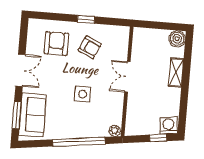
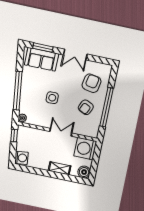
window: (86, 19) -> (107, 107), width x3.17
washing machine: (145, 41) -> (85, 149), added
armchair: (56, 44) -> (92, 83), turned -79
window: (158, 138) -> (14, 136), moved

